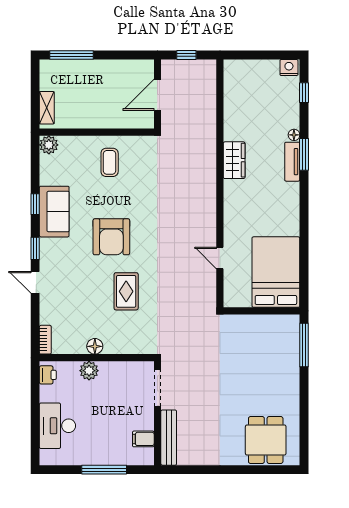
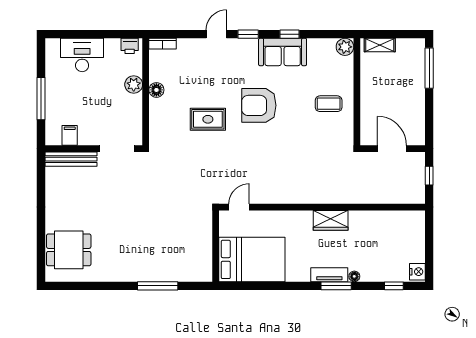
bed: (276, 272) -> (252, 259), moved
wall: (262, 311) -> (216, 246), moved

